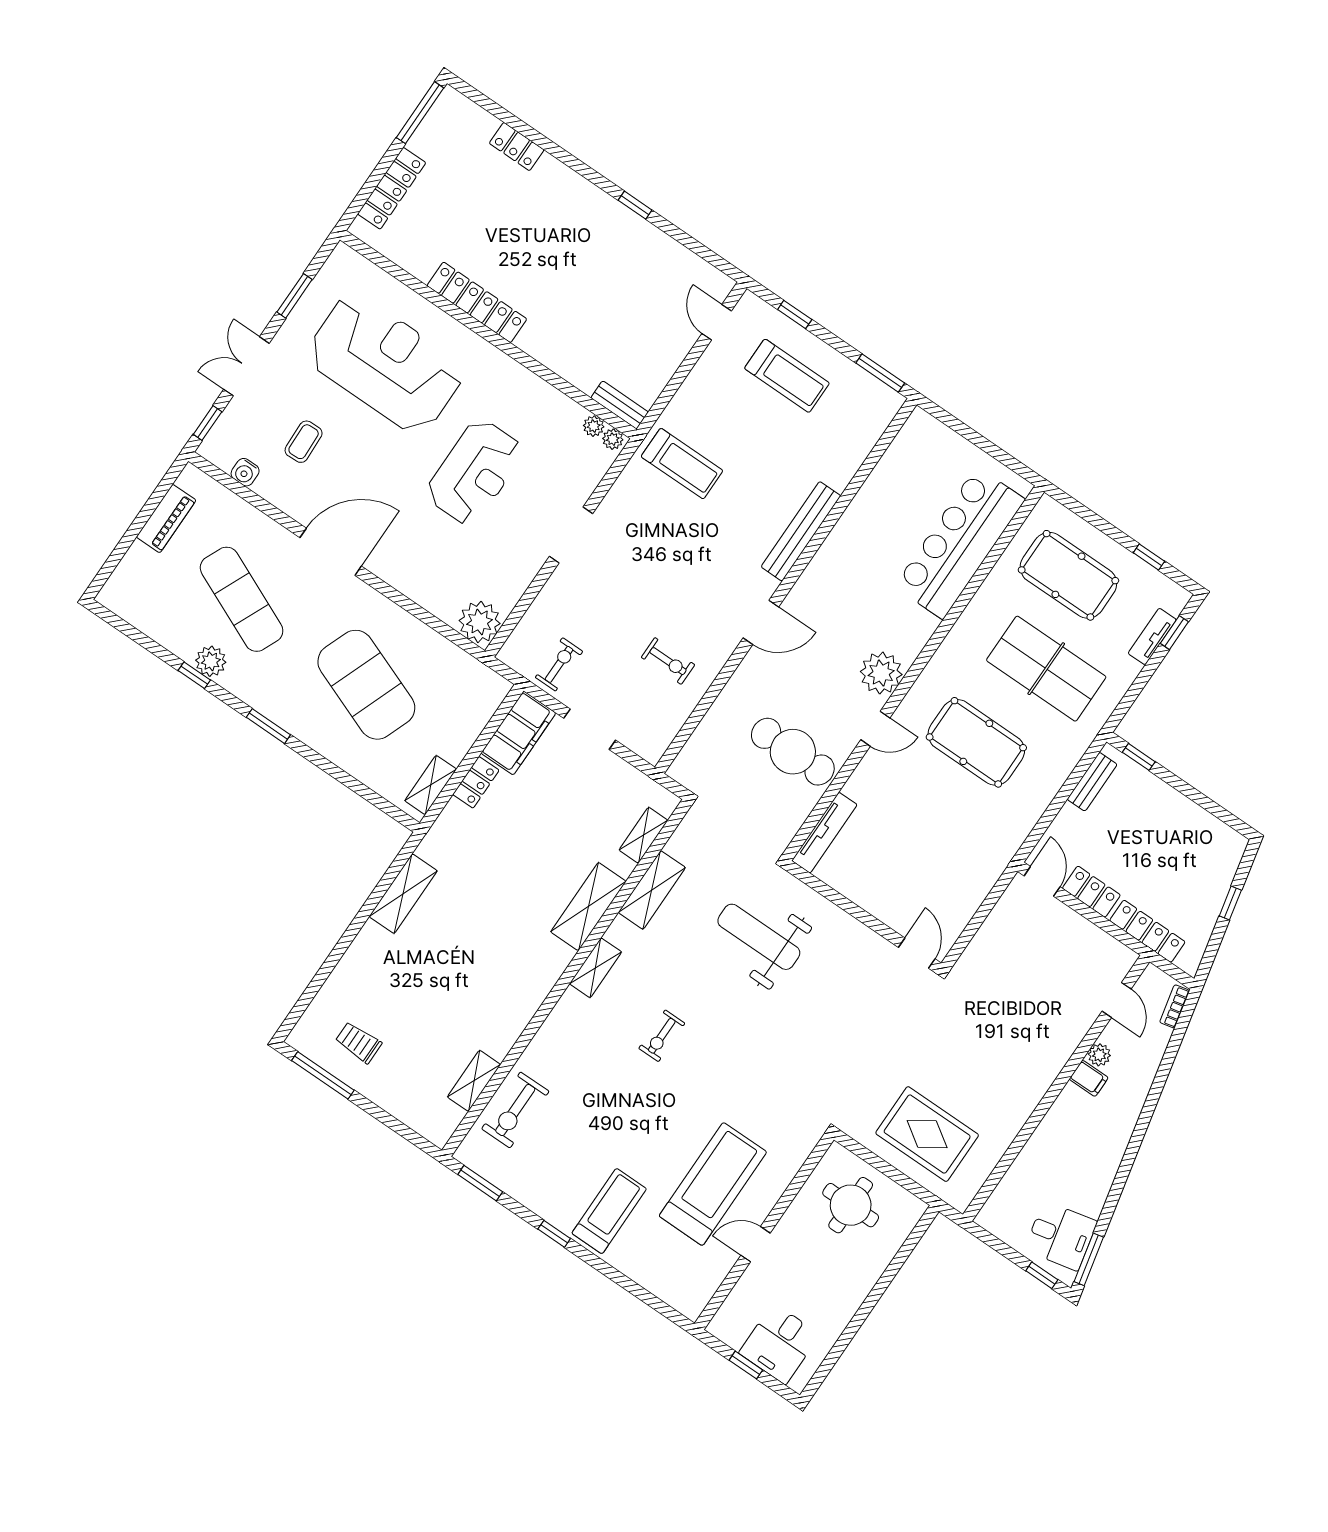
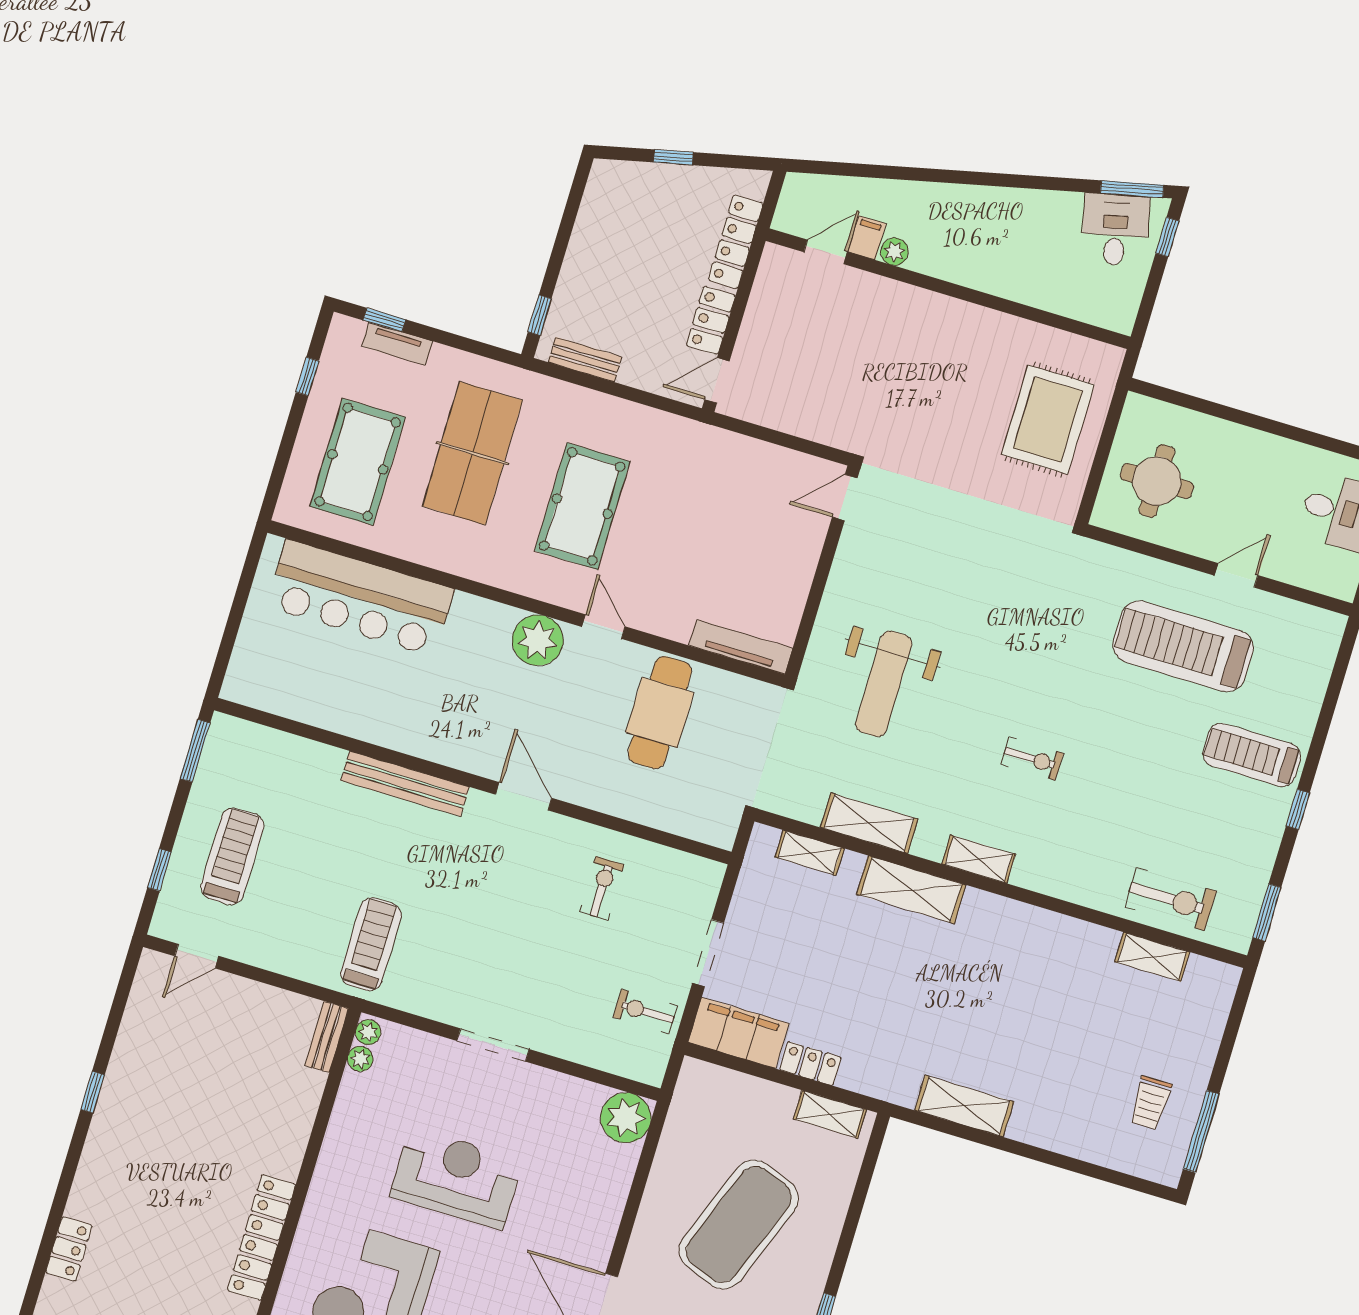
bookcase: (1175, 1006) -> (812, 183), removed
filing cabinet: (1089, 1078) -> (867, 238), moved
door: (756, 1244) -> (1236, 575), swing flipped

